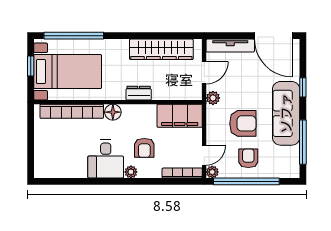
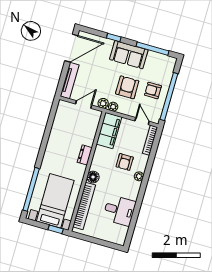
wardrobe: (161, 49) -> (58, 130), removed
window: (31, 66) -> (56, 229), moved
door: (204, 73) -> (84, 104), hinge flipped
sofa: (286, 113) -> (129, 55), width x0.73
armchair: (144, 148) -> (125, 162), turned 90
desk: (106, 159) -> (119, 210), moved
plant: (212, 172) -> (113, 107), moved

